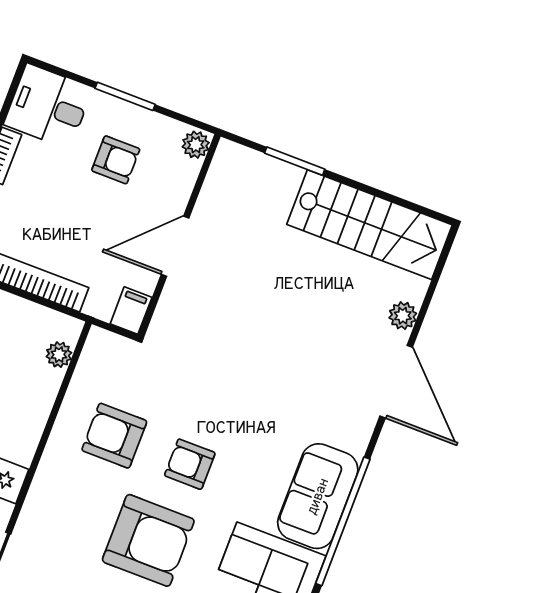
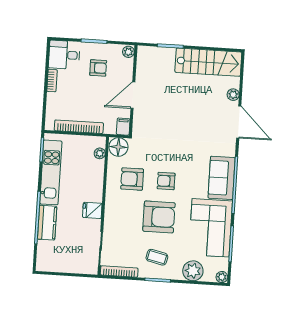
floor lamp: (106, 353) -> (118, 147), added

